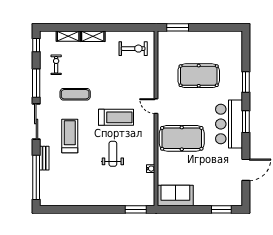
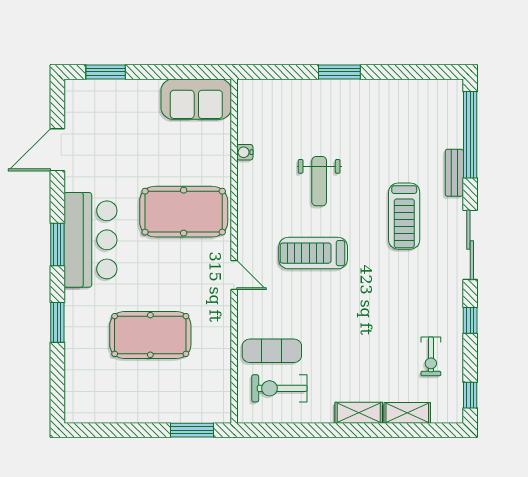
window: (36, 83) -> (470, 320), width x0.46
exercise mat: (75, 94) -> (272, 351), moved
window: (136, 209) -> (339, 72), moved

